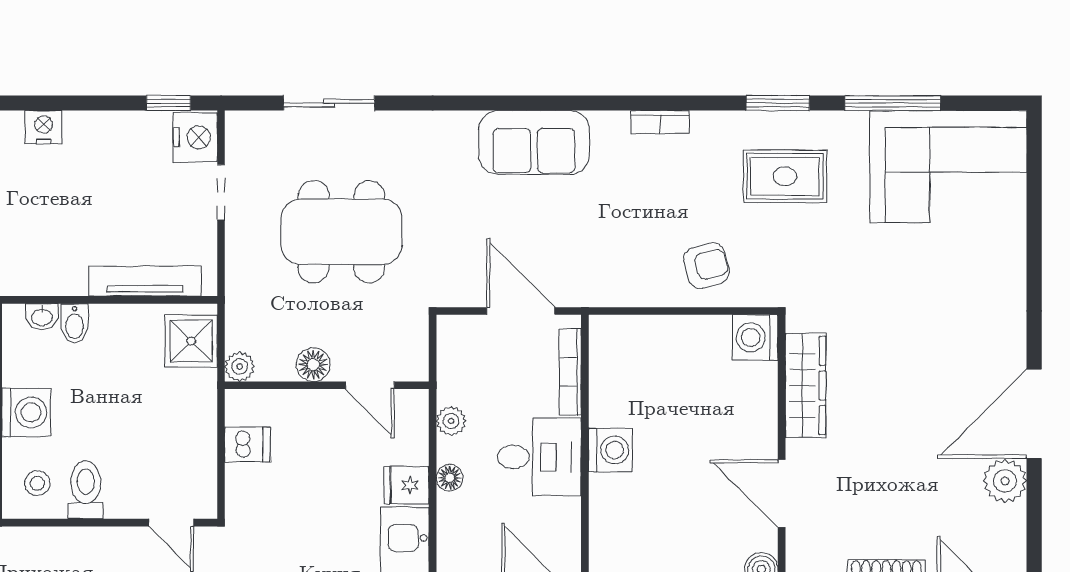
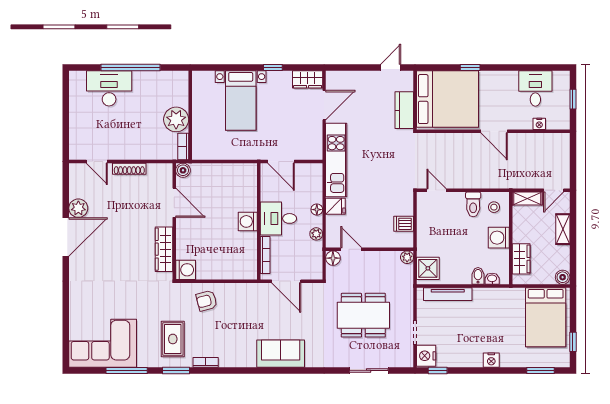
bookcase: (660, 122) -> (206, 362), moved
rug: (785, 176) -> (173, 339), turned 90
floor lamp: (313, 365) -> (333, 258), moved

